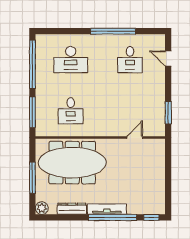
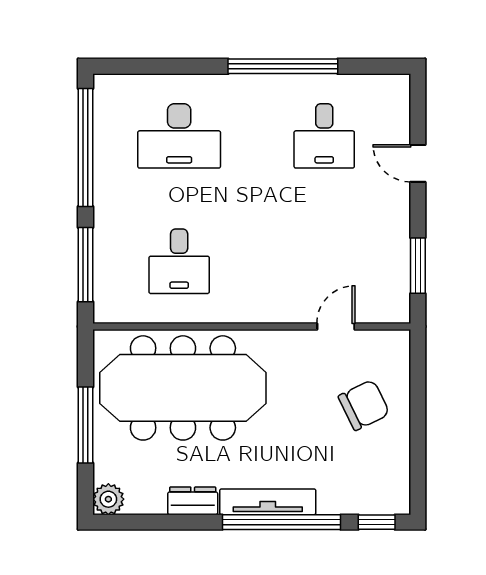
door: (168, 59) -> (418, 163), moved
chair: (146, 170) -> (364, 405), added
dresser: (72, 209) -> (193, 501), width x0.70

